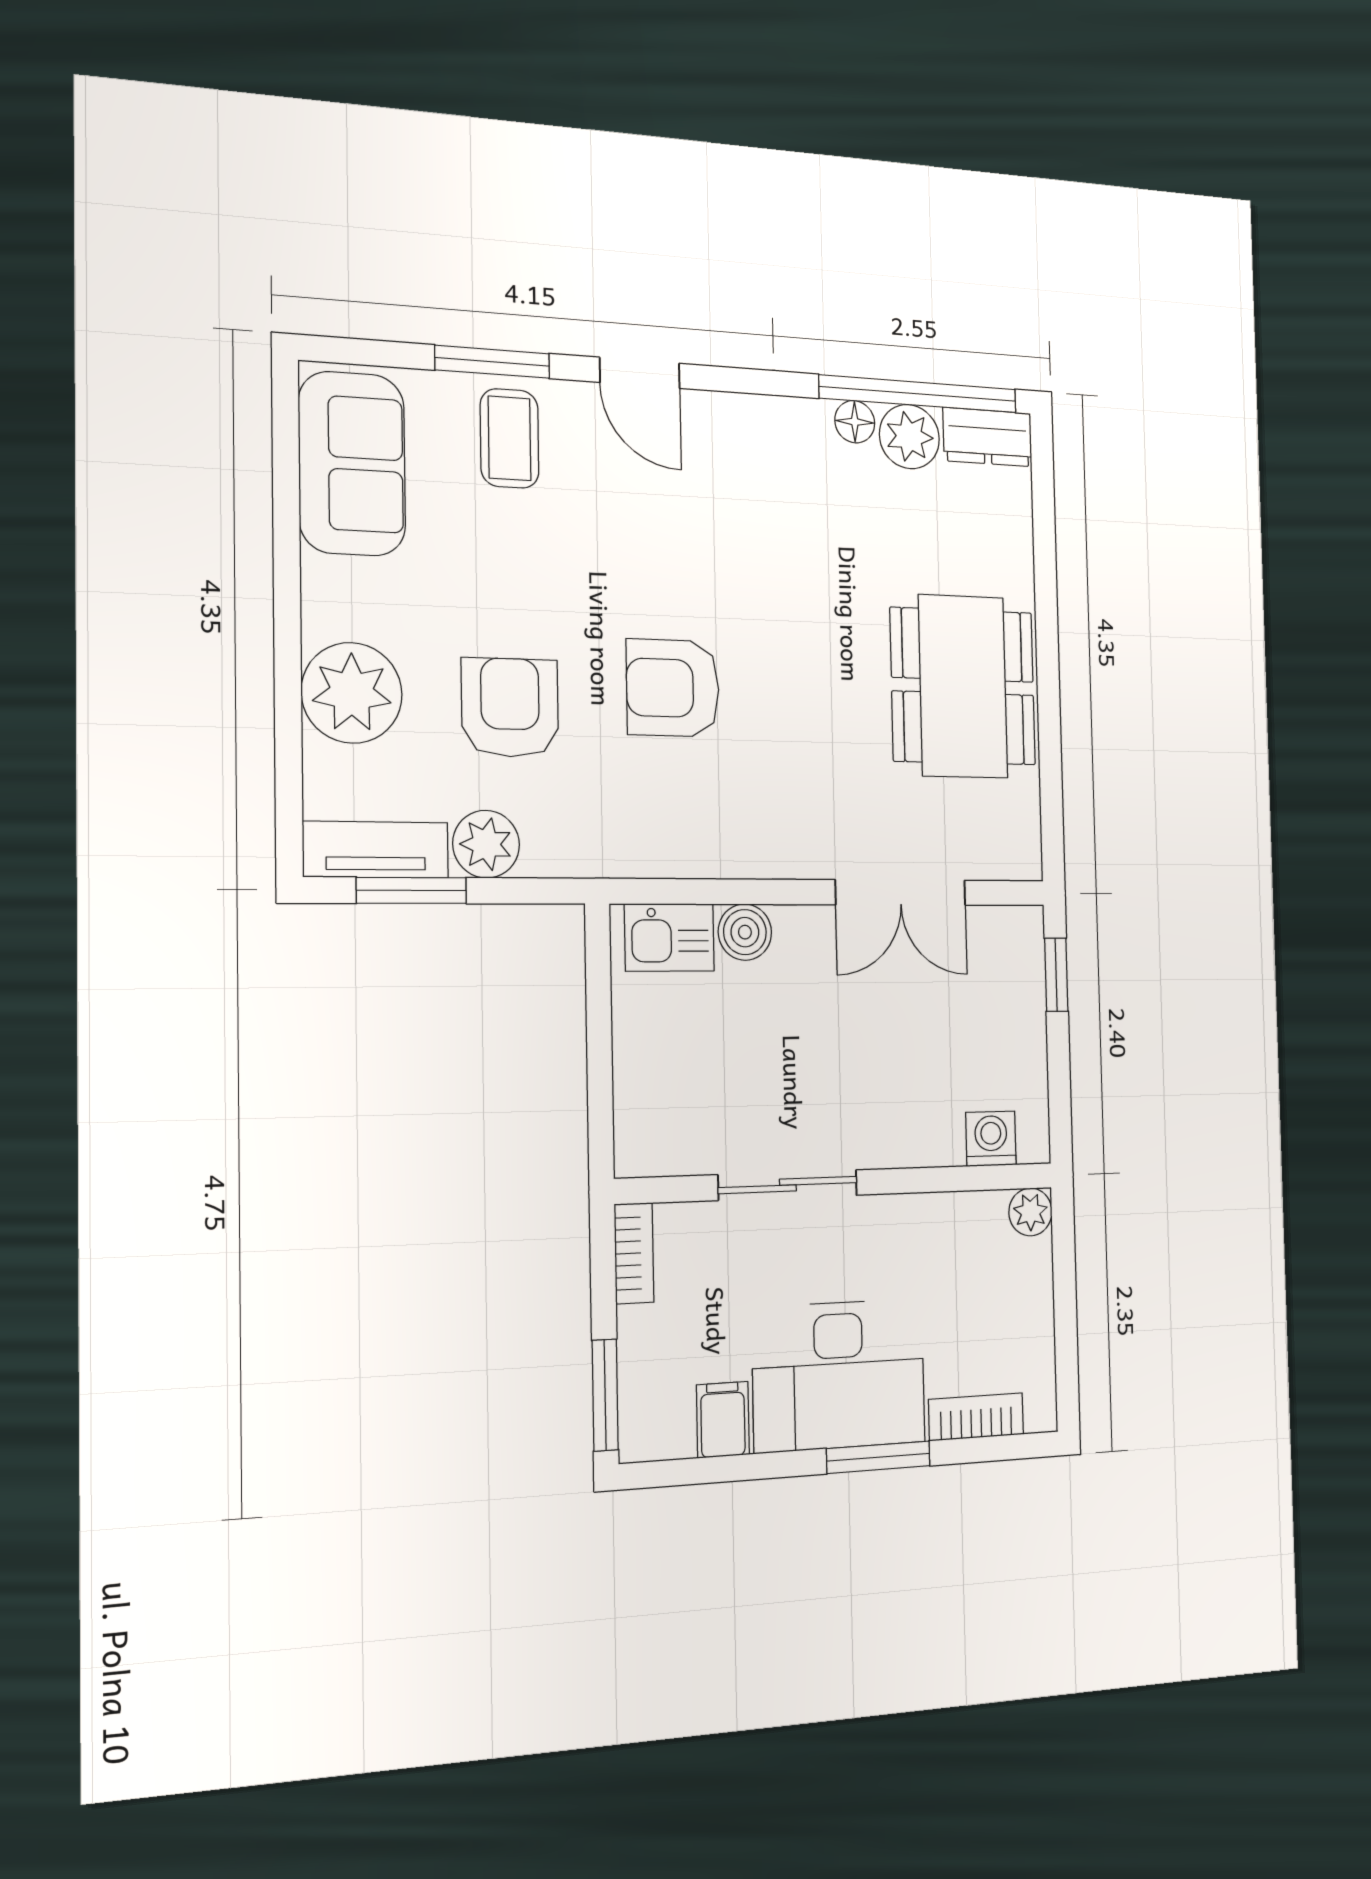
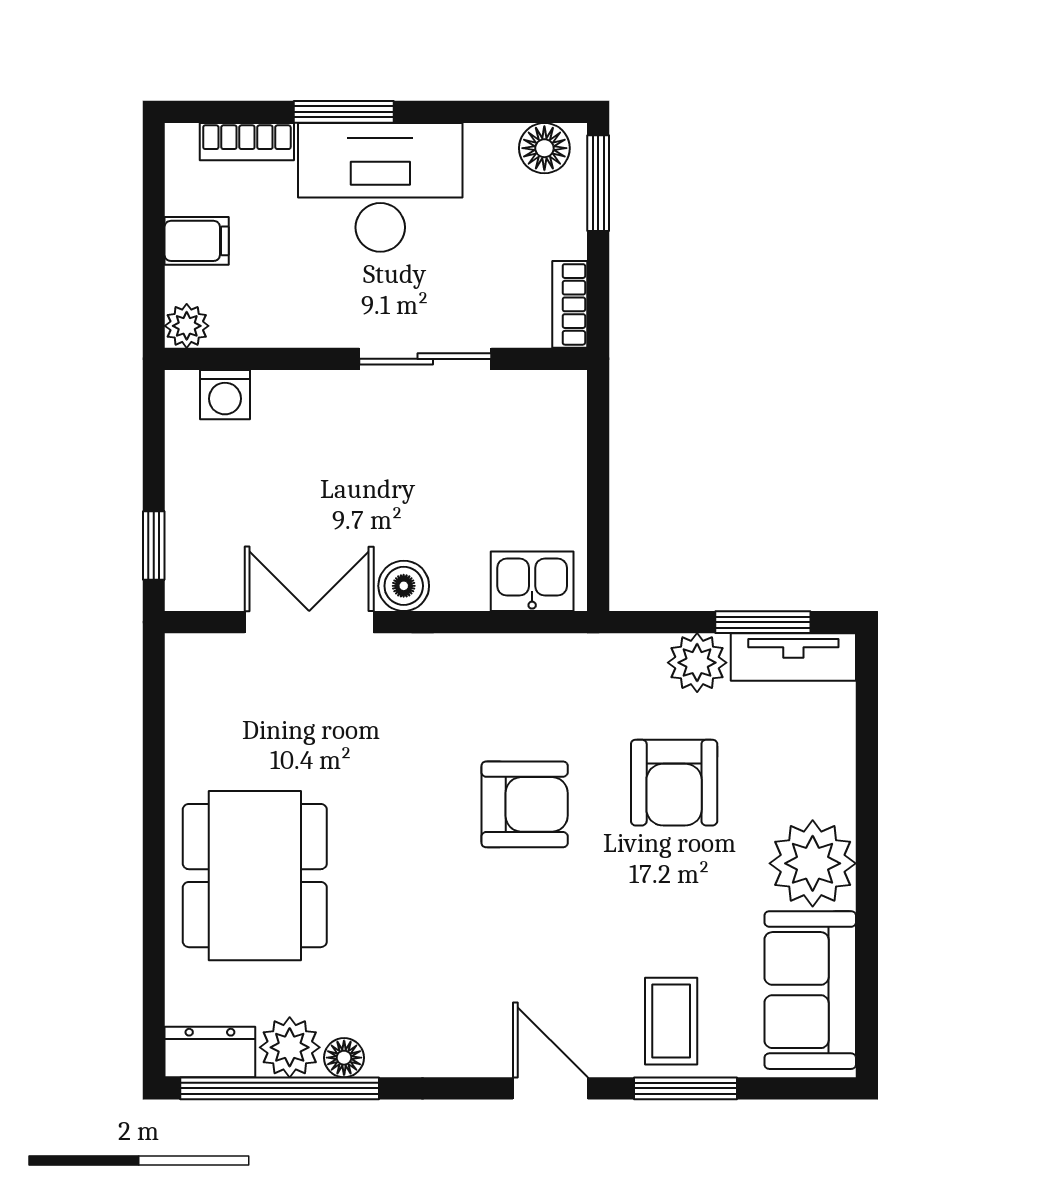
dining table: (963, 686) -> (255, 876), moved
plant: (352, 693) -> (813, 863), moved
boiler: (745, 932) -> (404, 586), moved
filing cabinet: (723, 1420) -> (197, 241), moved, turned -90
floor lamp: (665, 1431) -> (544, 148), added

